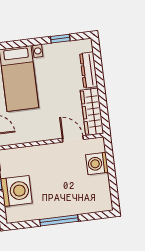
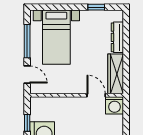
washing machine: (97, 164) -> (115, 105), moved, turned -90

